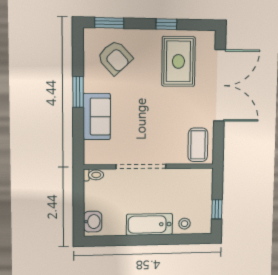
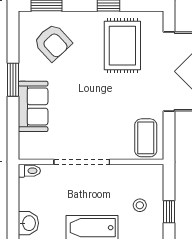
stool: (185, 224) -> (140, 205), moved

